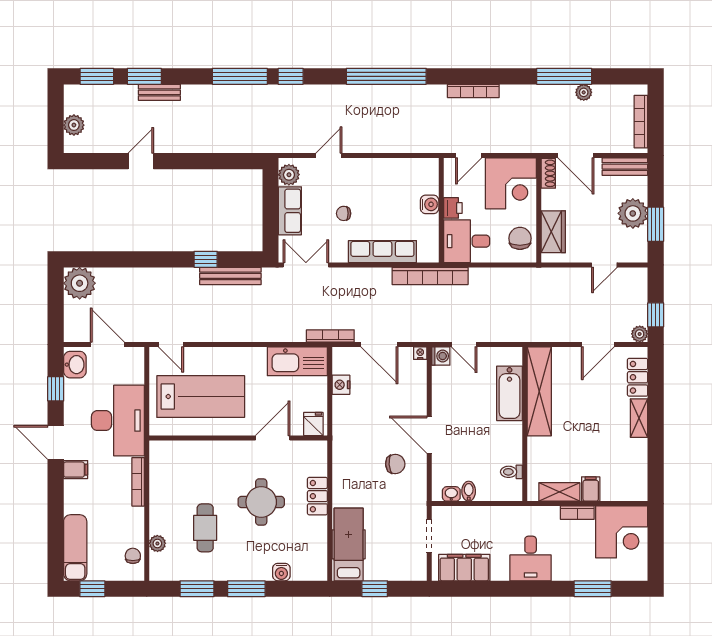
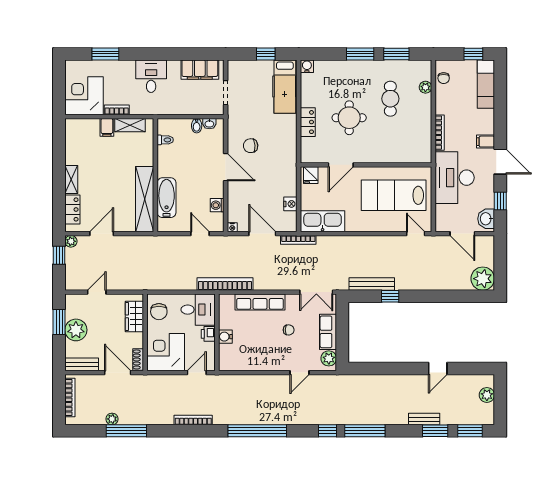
washing machine: (441, 356) -> (217, 205), moved
water cooler: (281, 572) -> (307, 66), moved

